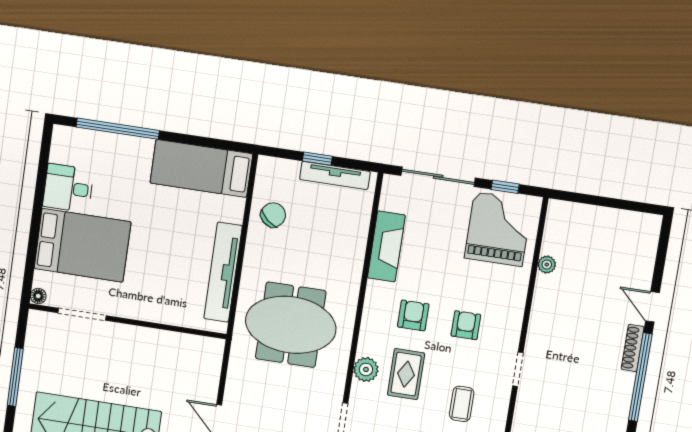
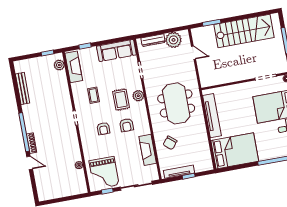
bed: (201, 168) -> (235, 151), width x1.50
chair: (273, 215) -> (170, 143), moved
meeting table: (291, 325) -> (176, 103), turned 90

